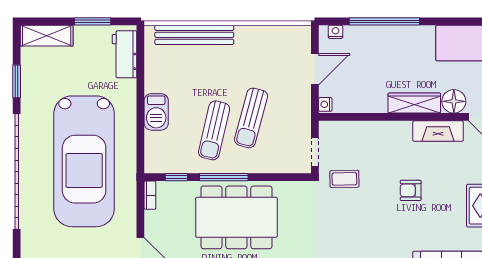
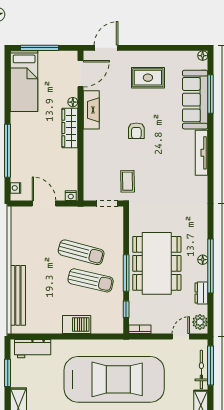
floor lamp: (454, 101) -> (73, 102), width x0.53, depth x0.53

